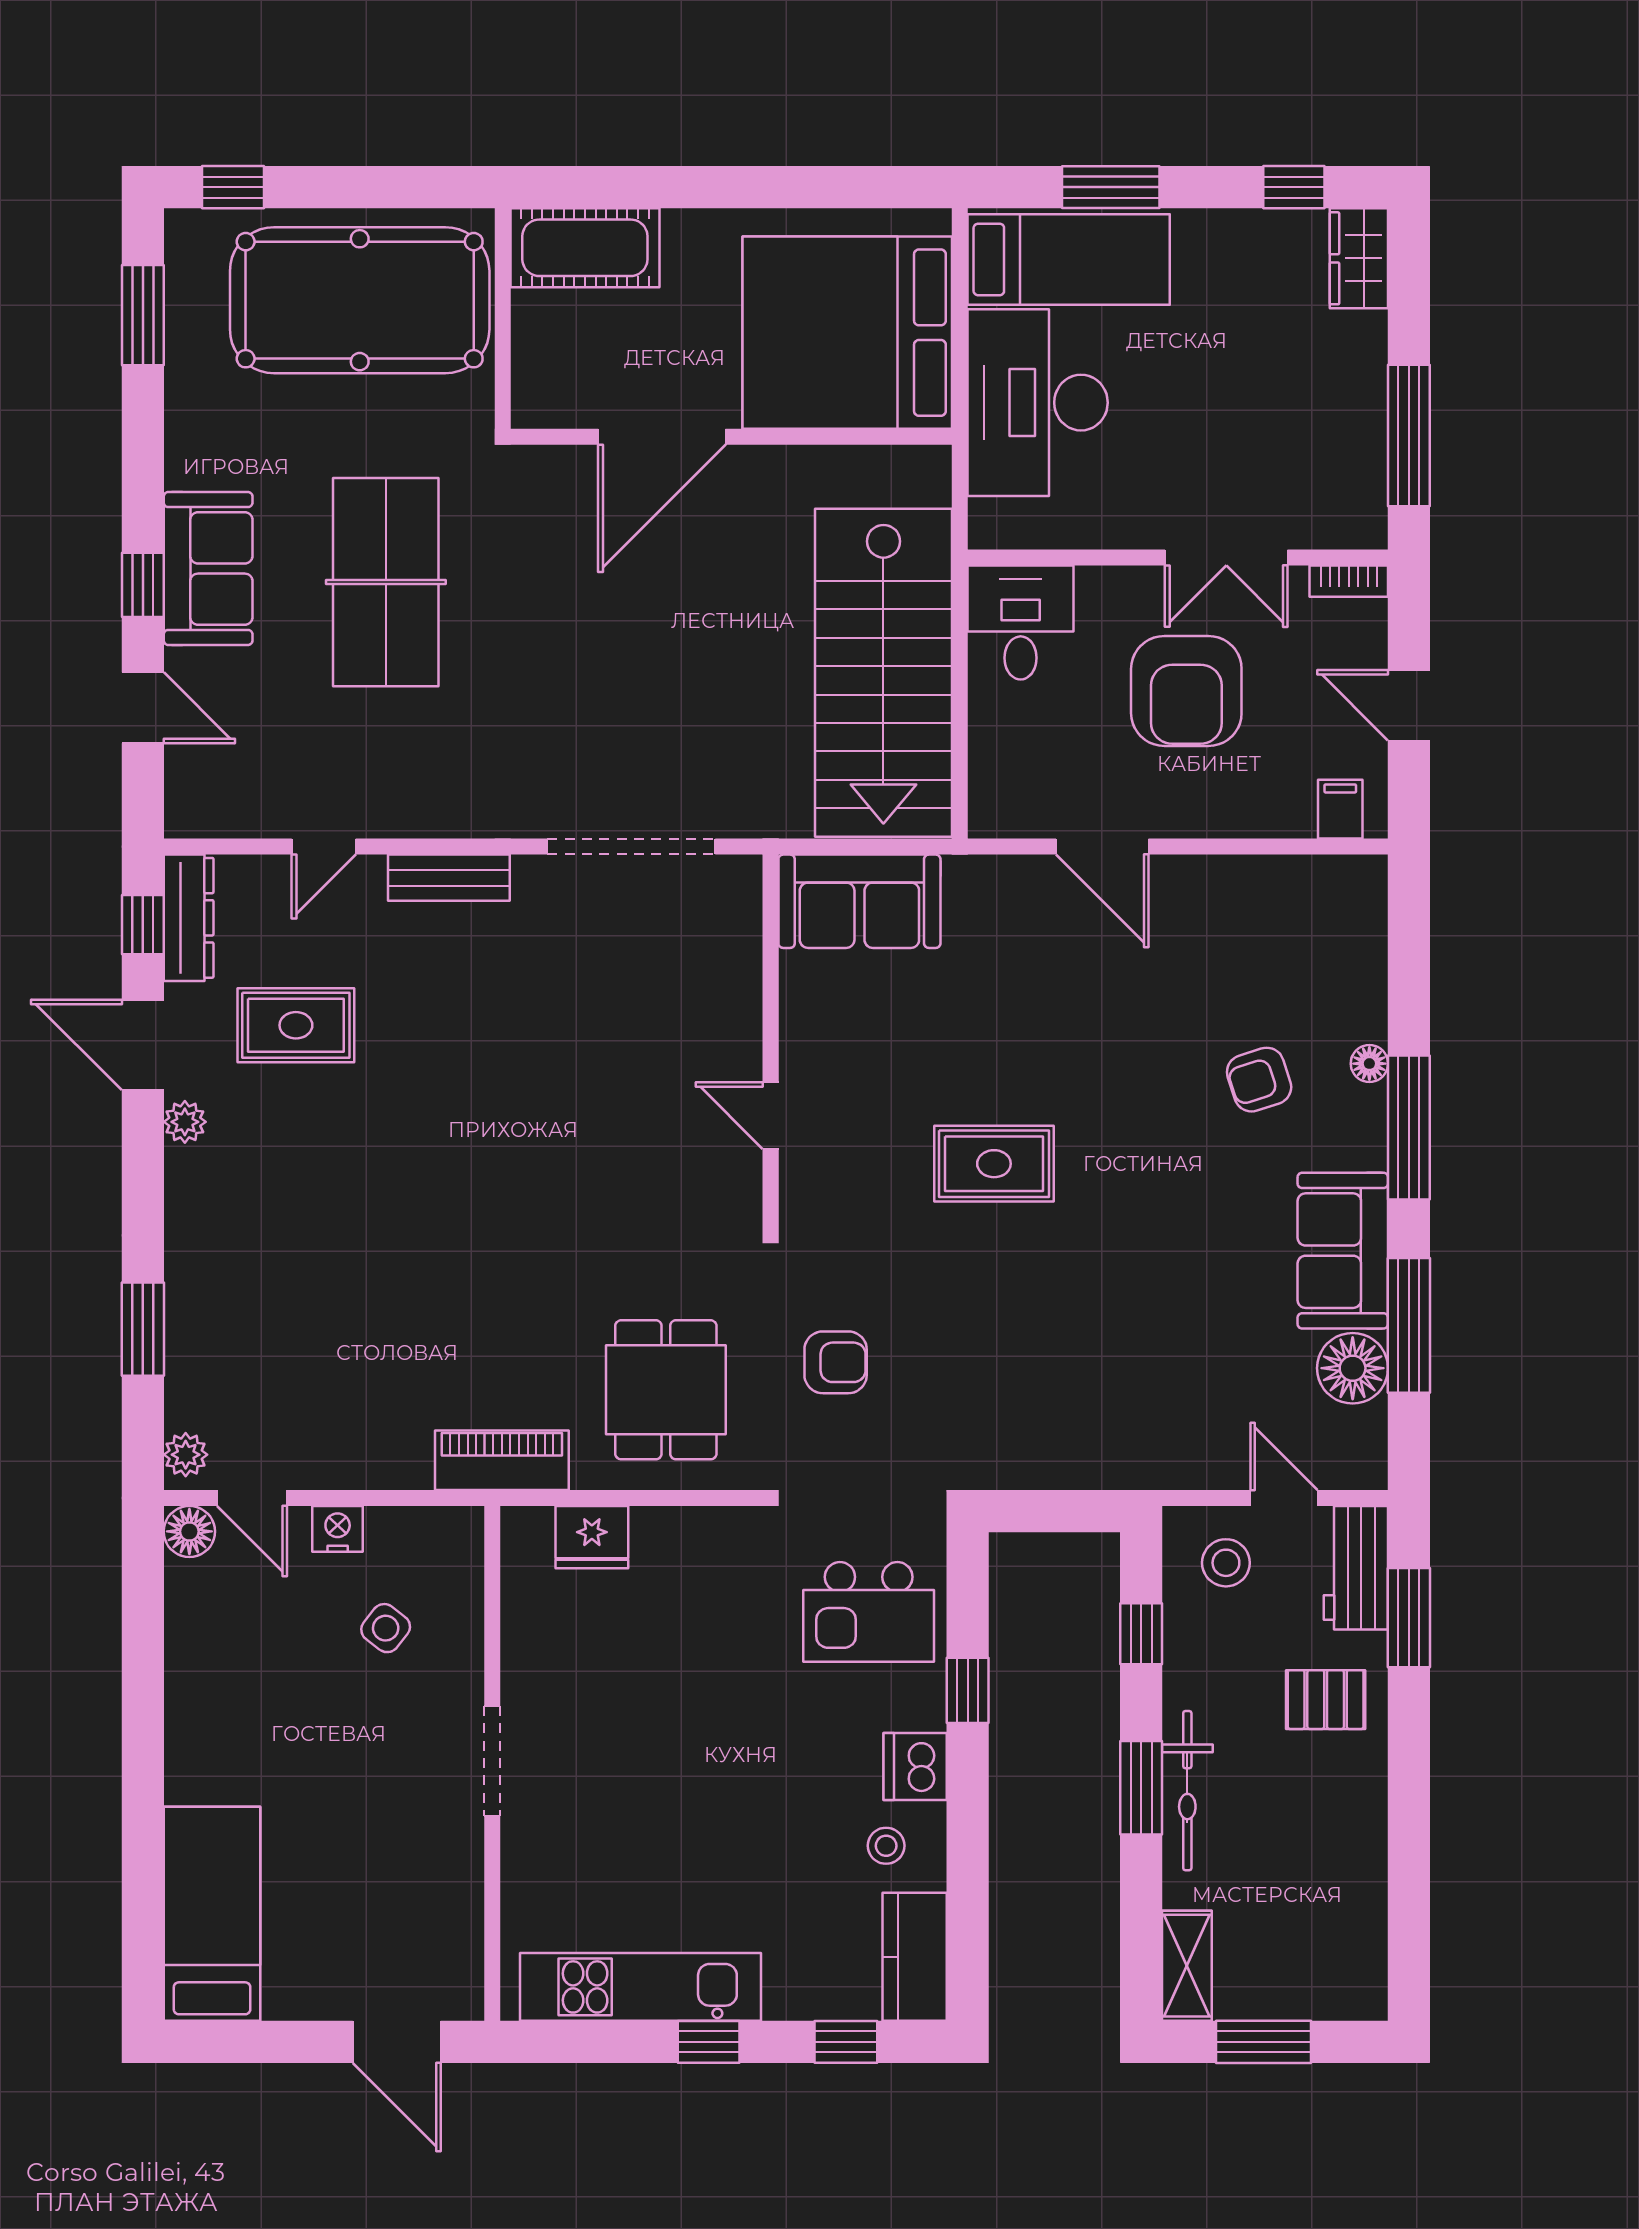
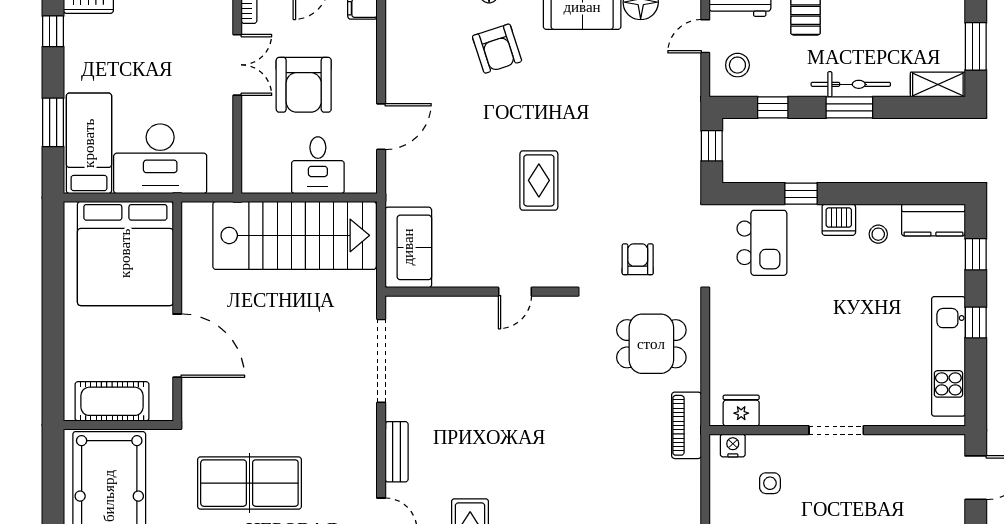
cot: (585, 248) -> (112, 401), moved, turned 90
desk: (1021, 623) -> (318, 165), moved, turned -90
armchair: (1186, 691) -> (304, 85), turned 90
armchair: (1259, 1080) -> (497, 49), width x1.38, depth x1.38
window: (1064, 1511) -> (712, 146), added
nightstand: (338, 1529) -> (733, 446), moved, turned 90
fridge: (592, 1537) -> (741, 411), moved, turned -90
side table: (386, 1628) -> (770, 483), turned -38

